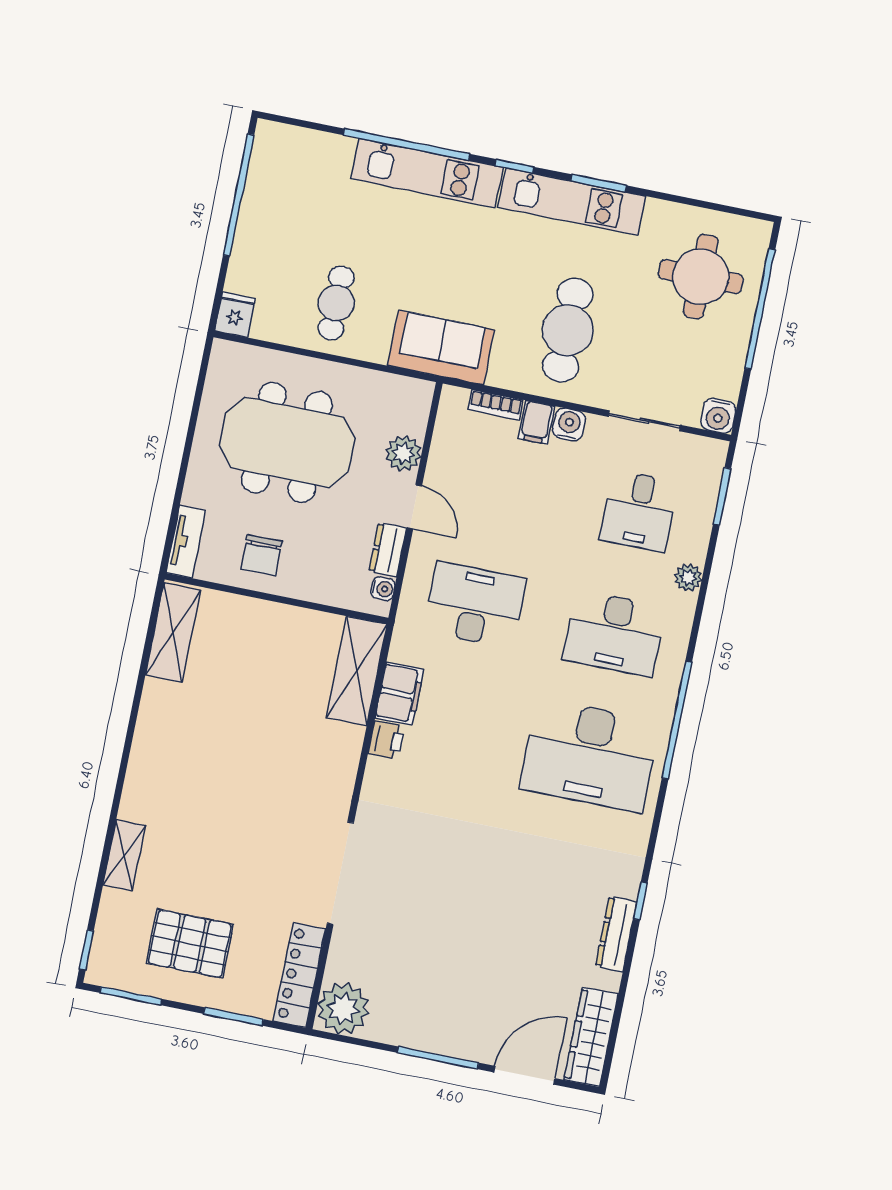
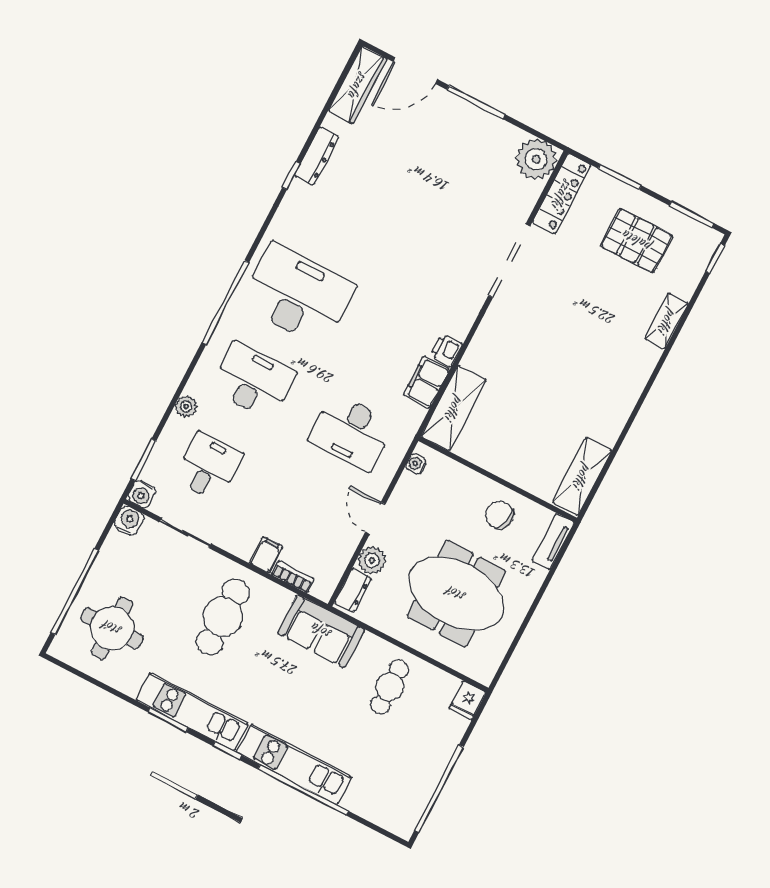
water cooler: (569, 425) -> (142, 494), moved
dresser: (388, 550) -> (353, 591), moved
chair: (261, 555) -> (500, 515), turned -76

